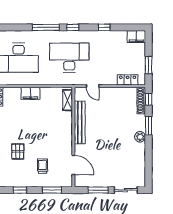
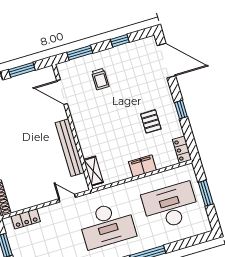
pallet: (18, 151) -> (151, 121), moved

